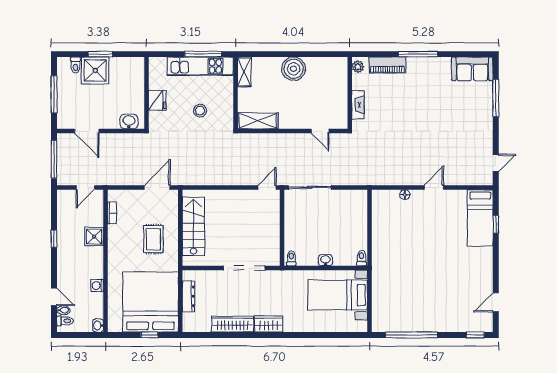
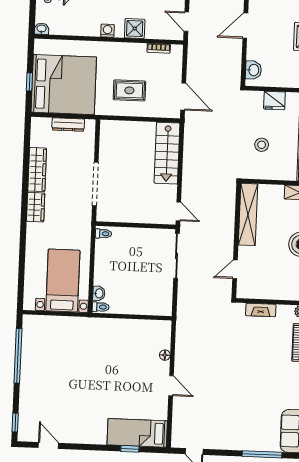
shelving: (258, 121) -> (248, 214), width x1.47
stairs: (194, 226) -> (167, 153), moved, turned 90
washbasin: (325, 260) -> (99, 293), moved
washing machine: (97, 286) -> (107, 31), moved

